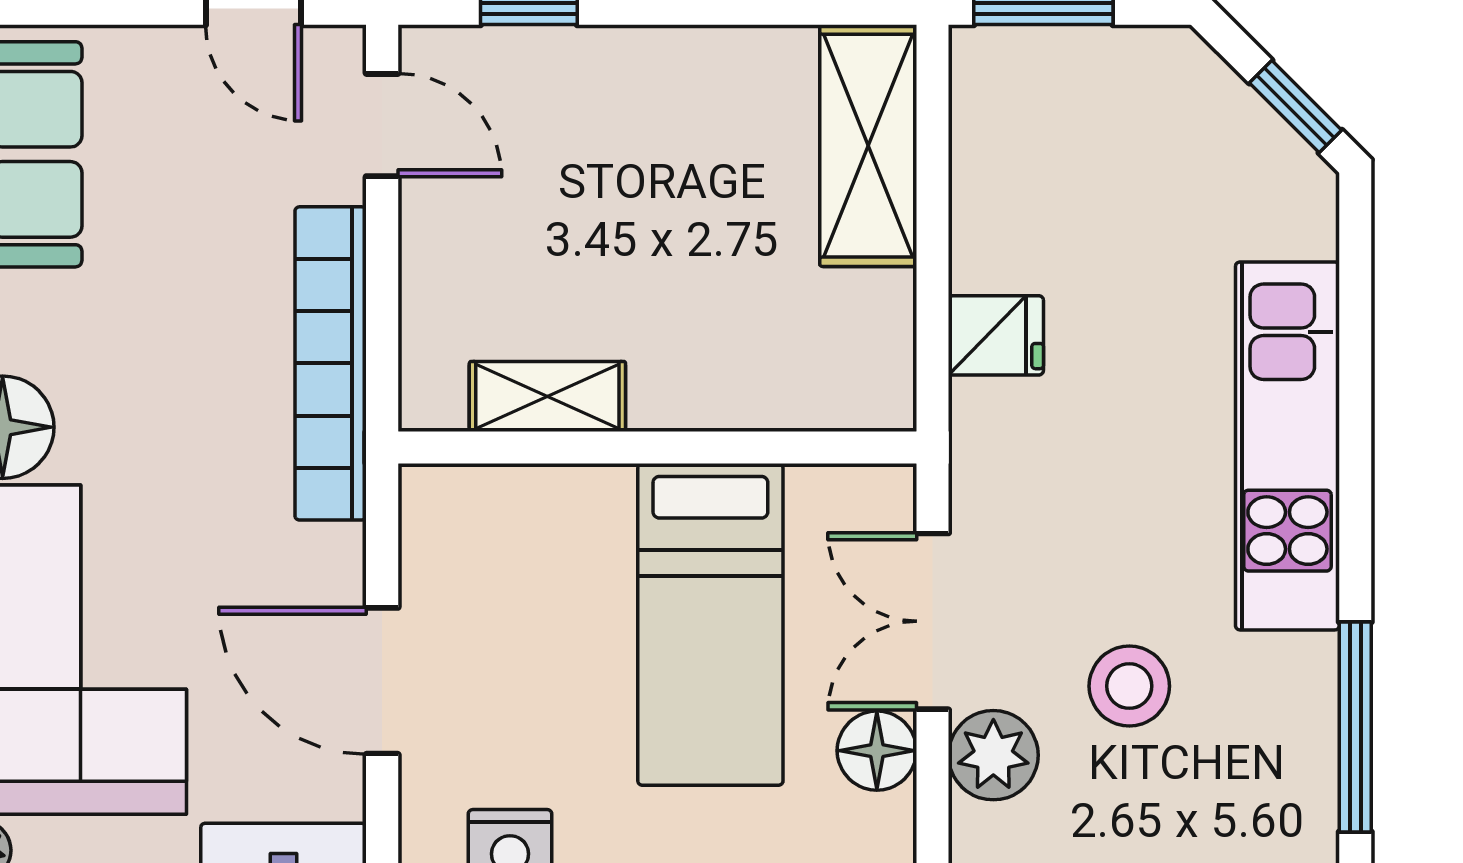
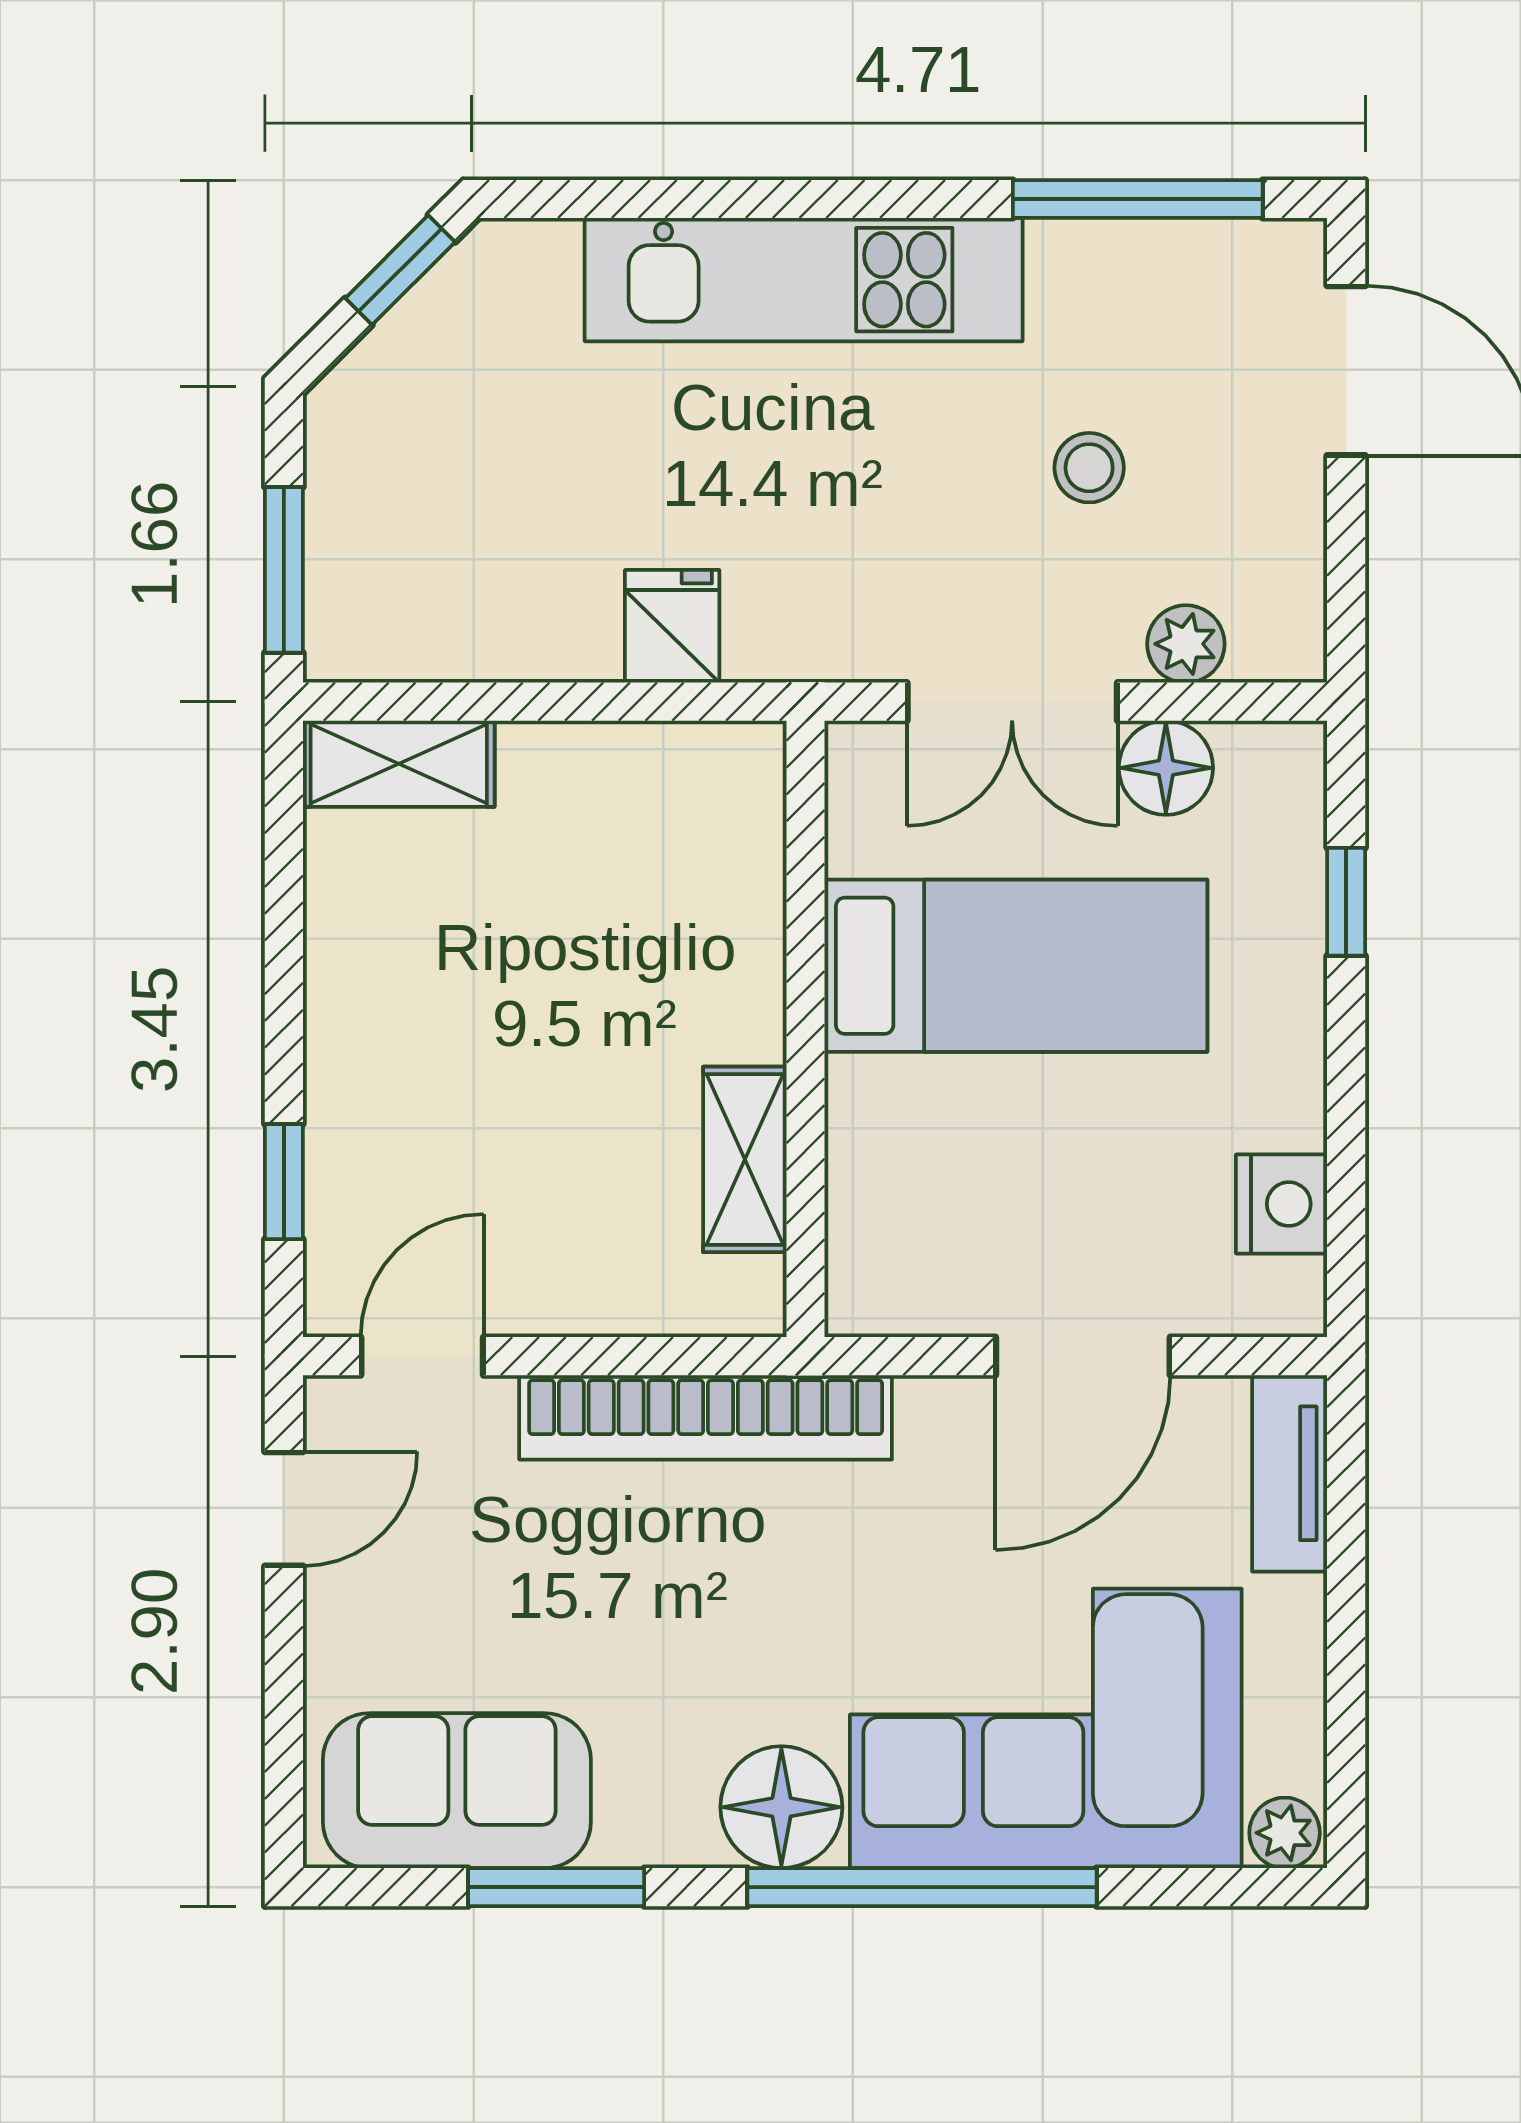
shelving: (868, 146) -> (399, 764), width x0.67, depth x0.75
stool: (1129, 686) -> (1089, 468), width x0.73, depth x0.73
plant: (993, 755) -> (1186, 644), width x0.73, depth x0.73

